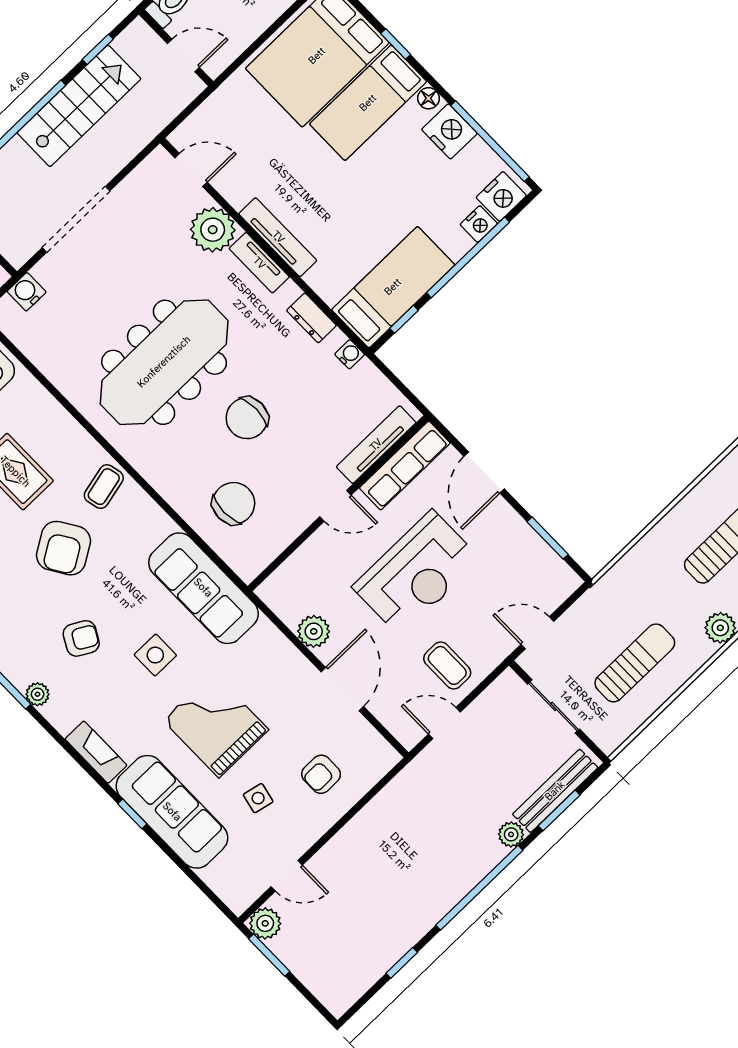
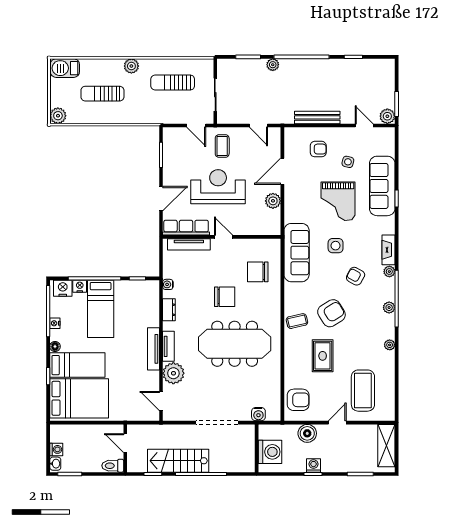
nightstand: (449, 131) -> (55, 323), width x0.53, depth x0.56
bed: (393, 287) -> (101, 309), moved, turned -90
coffee table: (447, 665) -> (222, 146), moved
fireplace: (96, 752) -> (388, 250), moved
bench: (555, 791) -> (317, 117), moved

